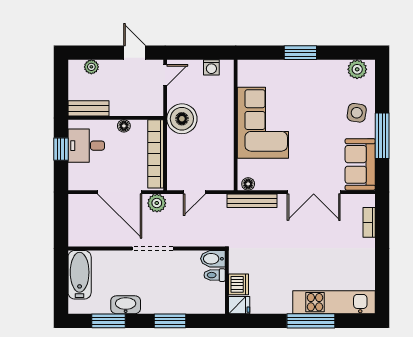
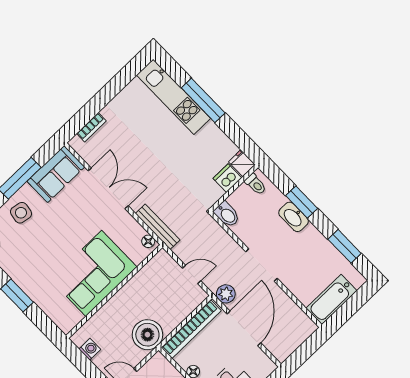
toilet: (215, 275) -> (256, 184), moved
washbasin: (126, 305) -> (294, 217), moved

